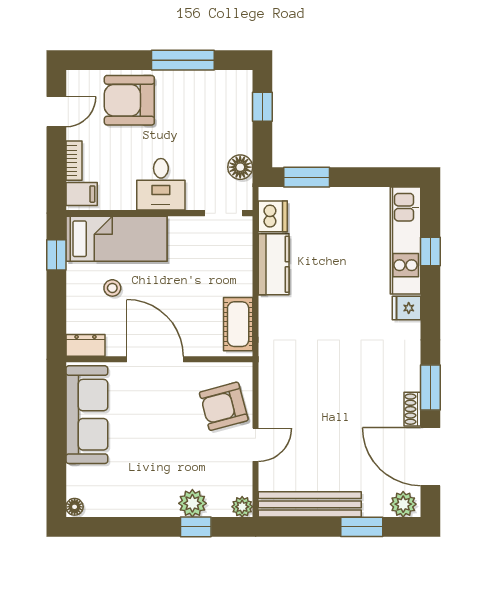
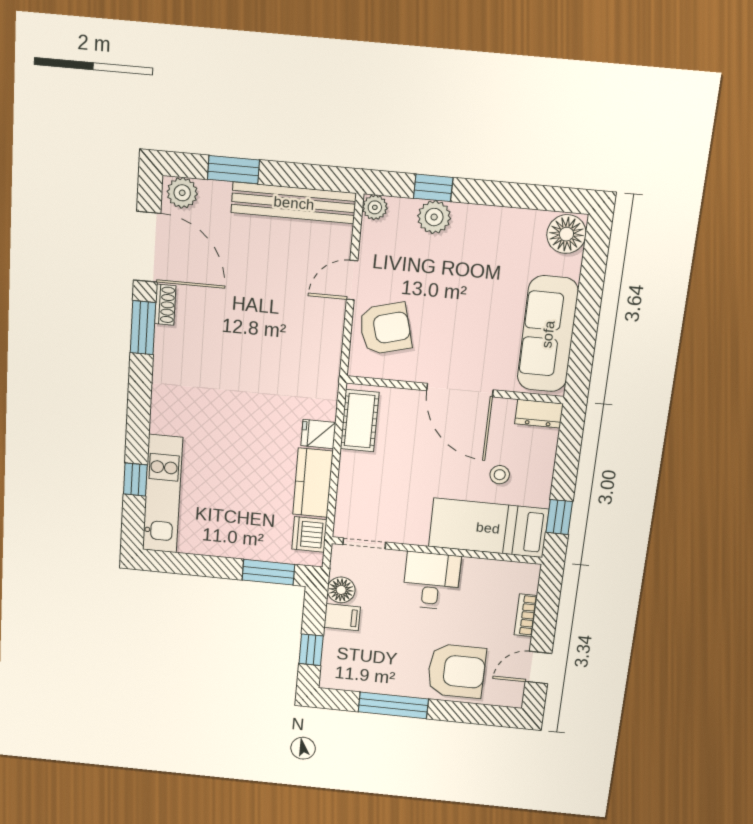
filing cabinet: (82, 194) -> (342, 617), moved, turned 180
fridge: (406, 308) -> (318, 434), moved, turned 180
floor lamp: (75, 507) -> (566, 234), width x1.89, depth x1.89

